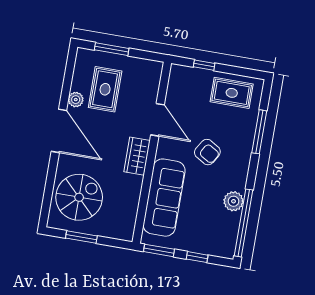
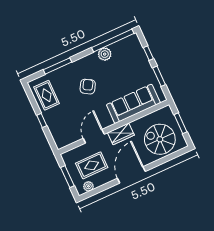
plant: (76, 100) -> (88, 186), moved
door: (157, 120) -> (94, 136), moved
wall: (152, 153) -> (114, 127), moved
wardrobe: (137, 156) -> (121, 134), moved
sofa: (164, 198) -> (133, 104), moved

